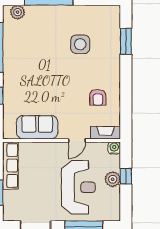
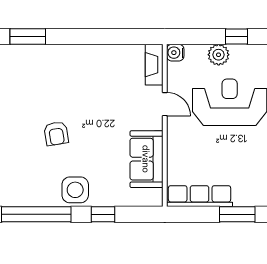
side table: (80, 44) -> (75, 190), moved
armchair: (98, 97) -> (56, 134), moved, turned 81
window: (126, 176) -> (236, 37), moved

